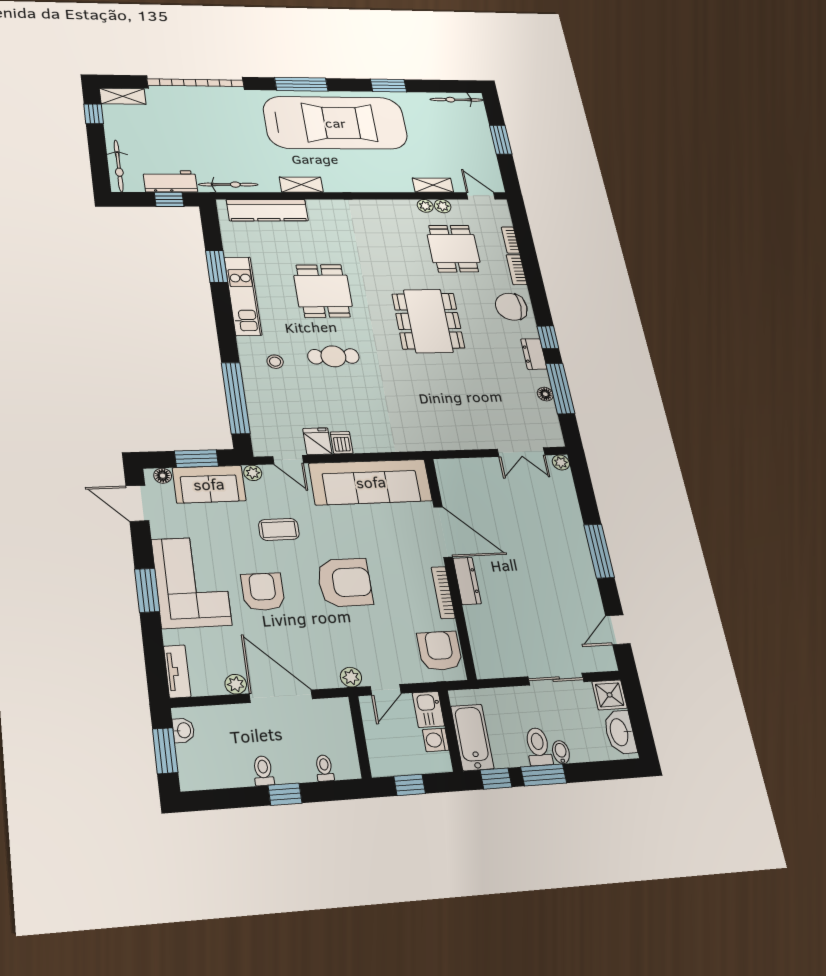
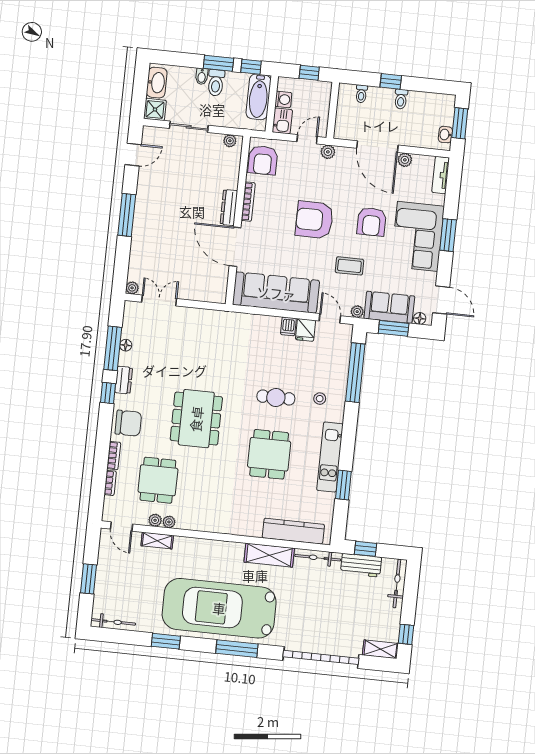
shelving: (301, 185) -> (269, 555), width x1.50, depth x1.33
plant: (493, 670) -> (230, 141), added

